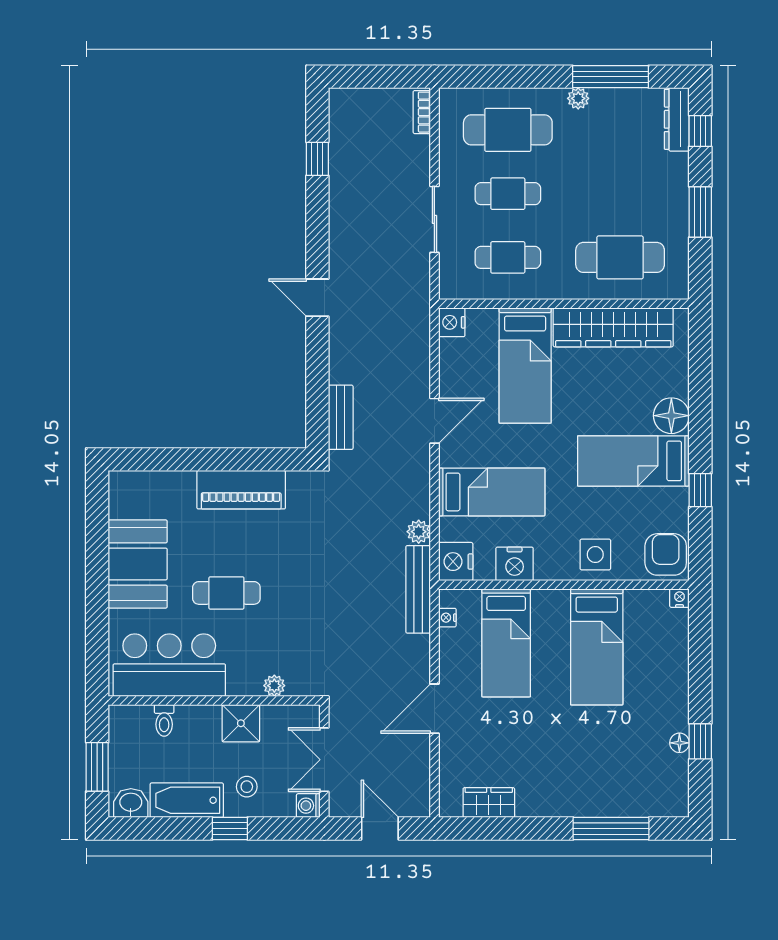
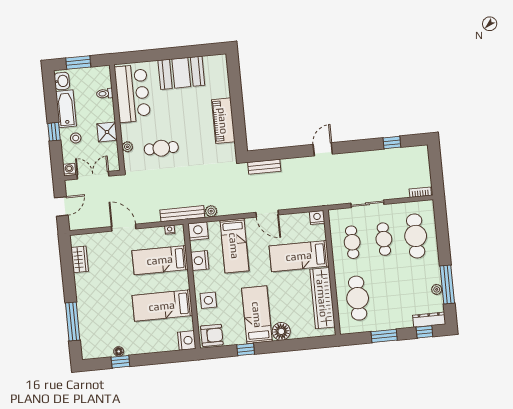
plant: (578, 98) -> (437, 289), moved
cafe table: (226, 593) -> (161, 148), moved, turned 90
nightstand: (679, 598) -> (187, 340), width x1.89, depth x1.79

